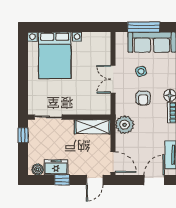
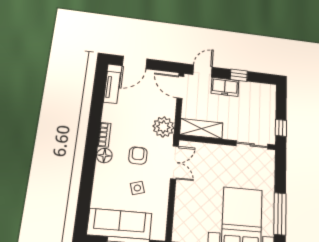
window: (23, 61) -> (280, 214), added
double door: (113, 79) -> (174, 162), moved
freezer: (56, 167) -> (225, 87), moved
boiler: (38, 169) -> (265, 89), removed

